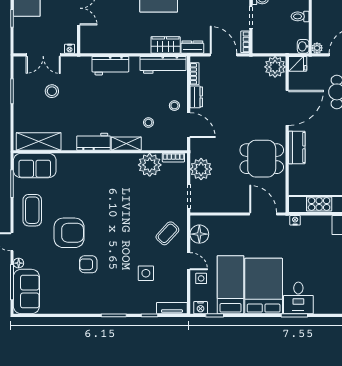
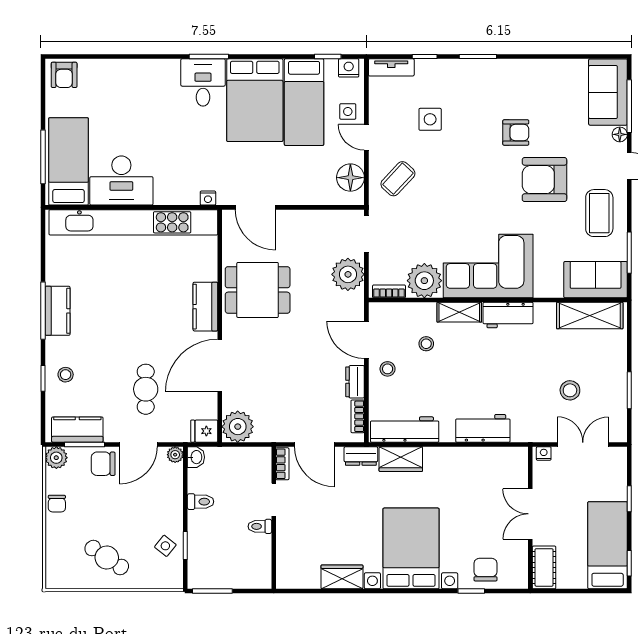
corner sofa: (107, 175) -> (488, 266), added

